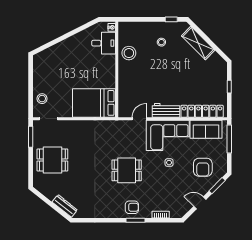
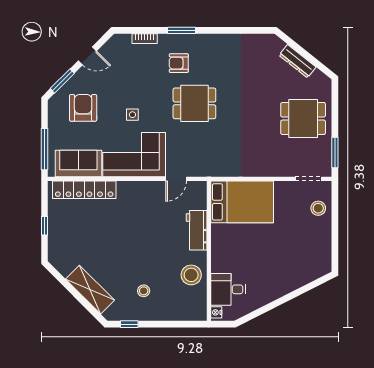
workbench: (166, 110) -> (197, 230), moved, turned 90
dresser: (65, 206) -> (298, 61), moved
armchair: (132, 207) -> (179, 63), moved

